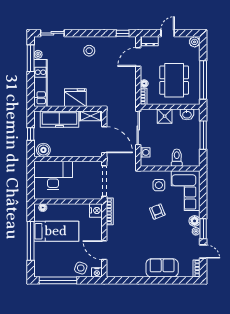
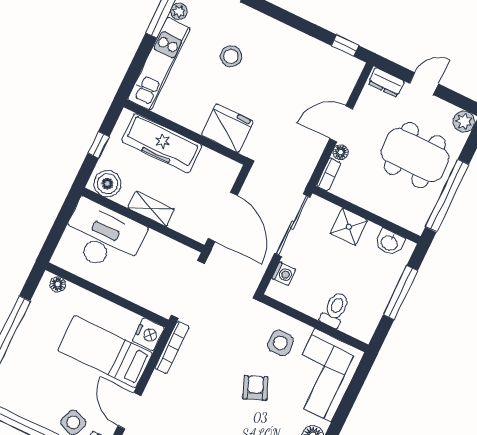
stool: (89, 51) -> (231, 56), moved
door: (138, 57) -> (341, 124), moved
dining table: (174, 80) -> (415, 155), moved, turned 90
fridge: (75, 98) -> (227, 128), moved
shelving: (90, 116) -> (151, 209), moved
bed: (56, 231) -> (105, 352), moved, turned 180

